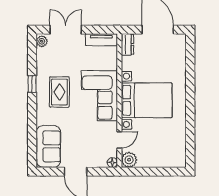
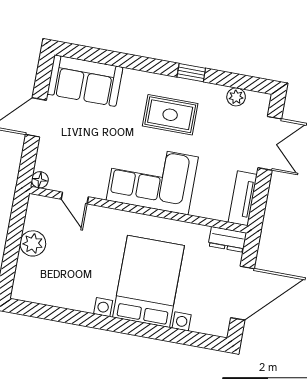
plant: (42, 41) -> (236, 97), moved
bed with nightstands: (147, 100) -> (148, 281), moved, turned 180
plant: (129, 160) -> (33, 243), moved

